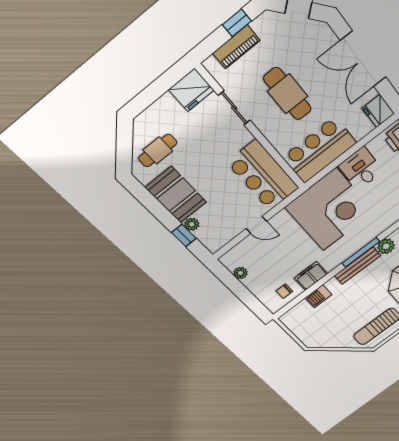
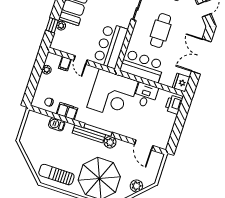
filing cabinet: (248, 247) -> (65, 64), added

